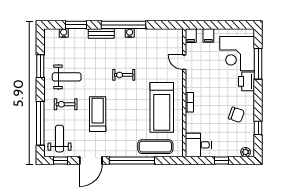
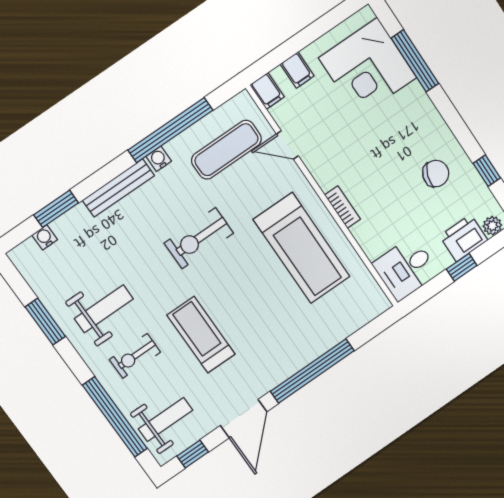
window: (123, 25) -> (170, 130), moved
bench: (101, 33) -> (118, 188), width x1.36
exercise bike: (124, 75) -> (199, 238), width x1.38, depth x1.39
printer: (247, 81) -> (464, 238), moved, turned 90
weight bench: (60, 139) -> (166, 419), turned 90
exercise mat: (155, 147) -> (226, 150), moved

